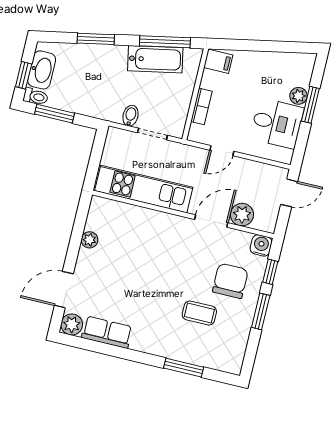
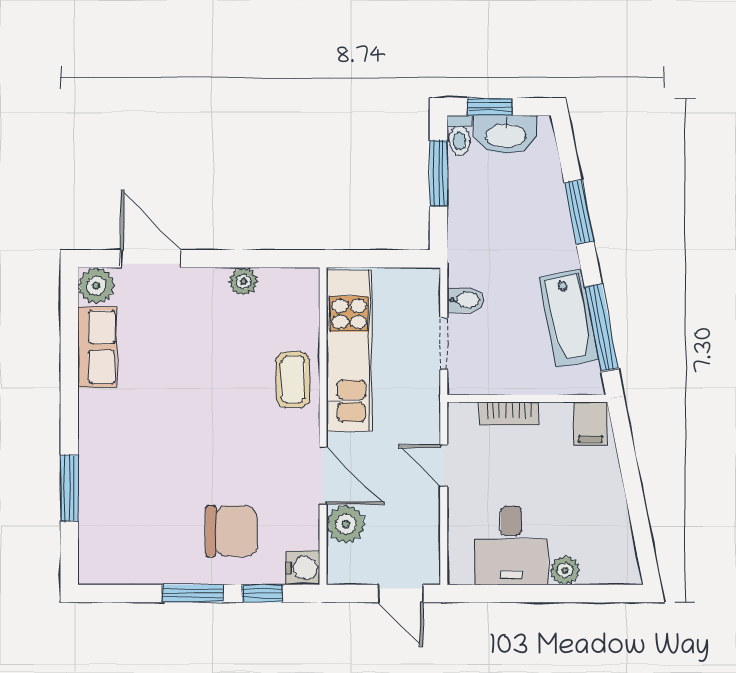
window: (310, 105) -> (555, 593), removed
coffee table: (199, 313) -> (293, 380), moved

